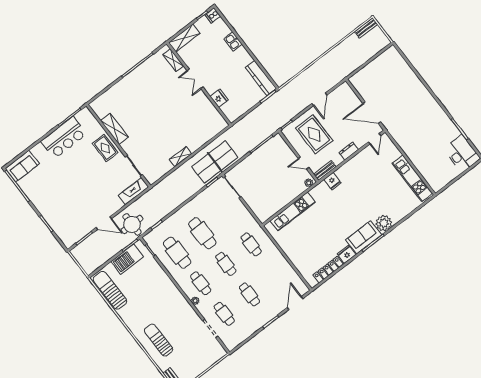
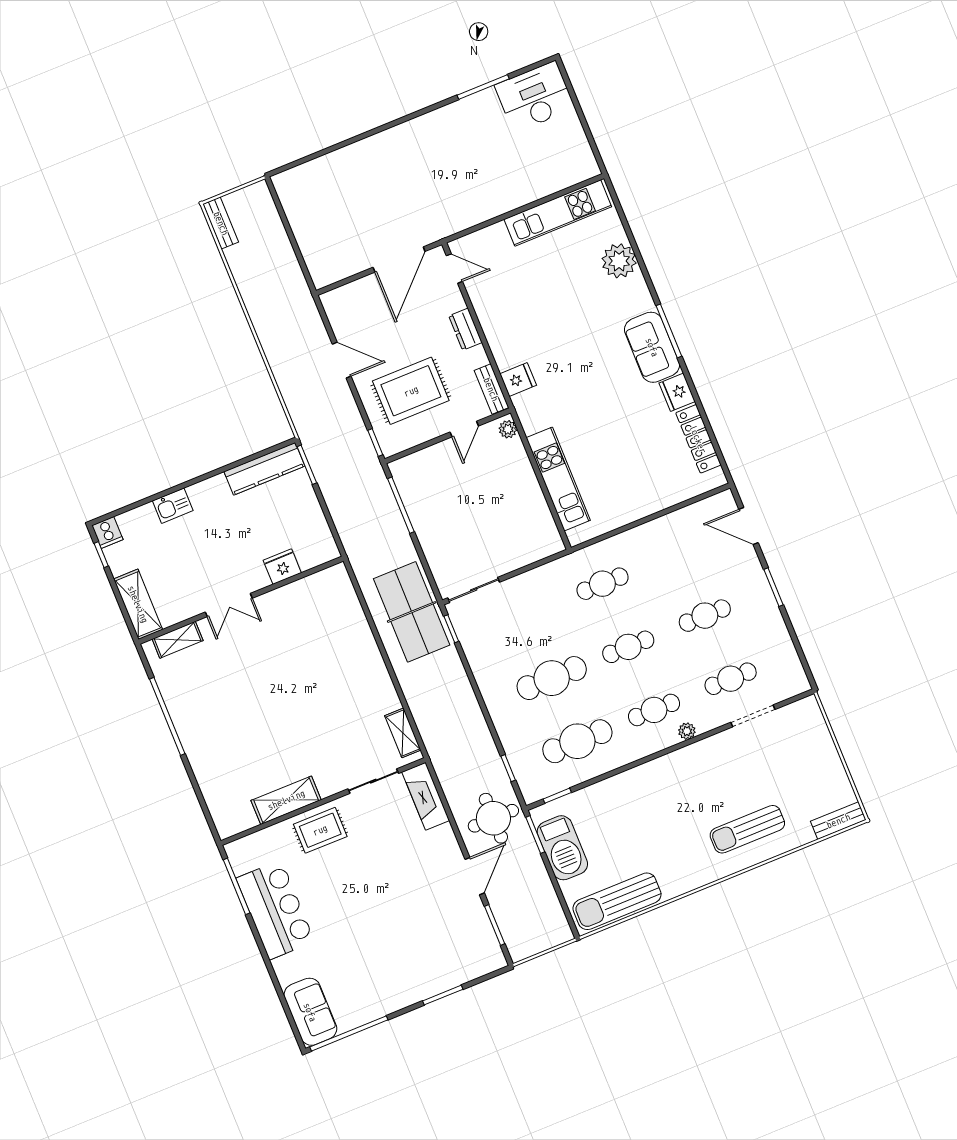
shelving: (180, 157) -> (403, 733), moved
plant: (384, 223) -> (619, 261), moved

